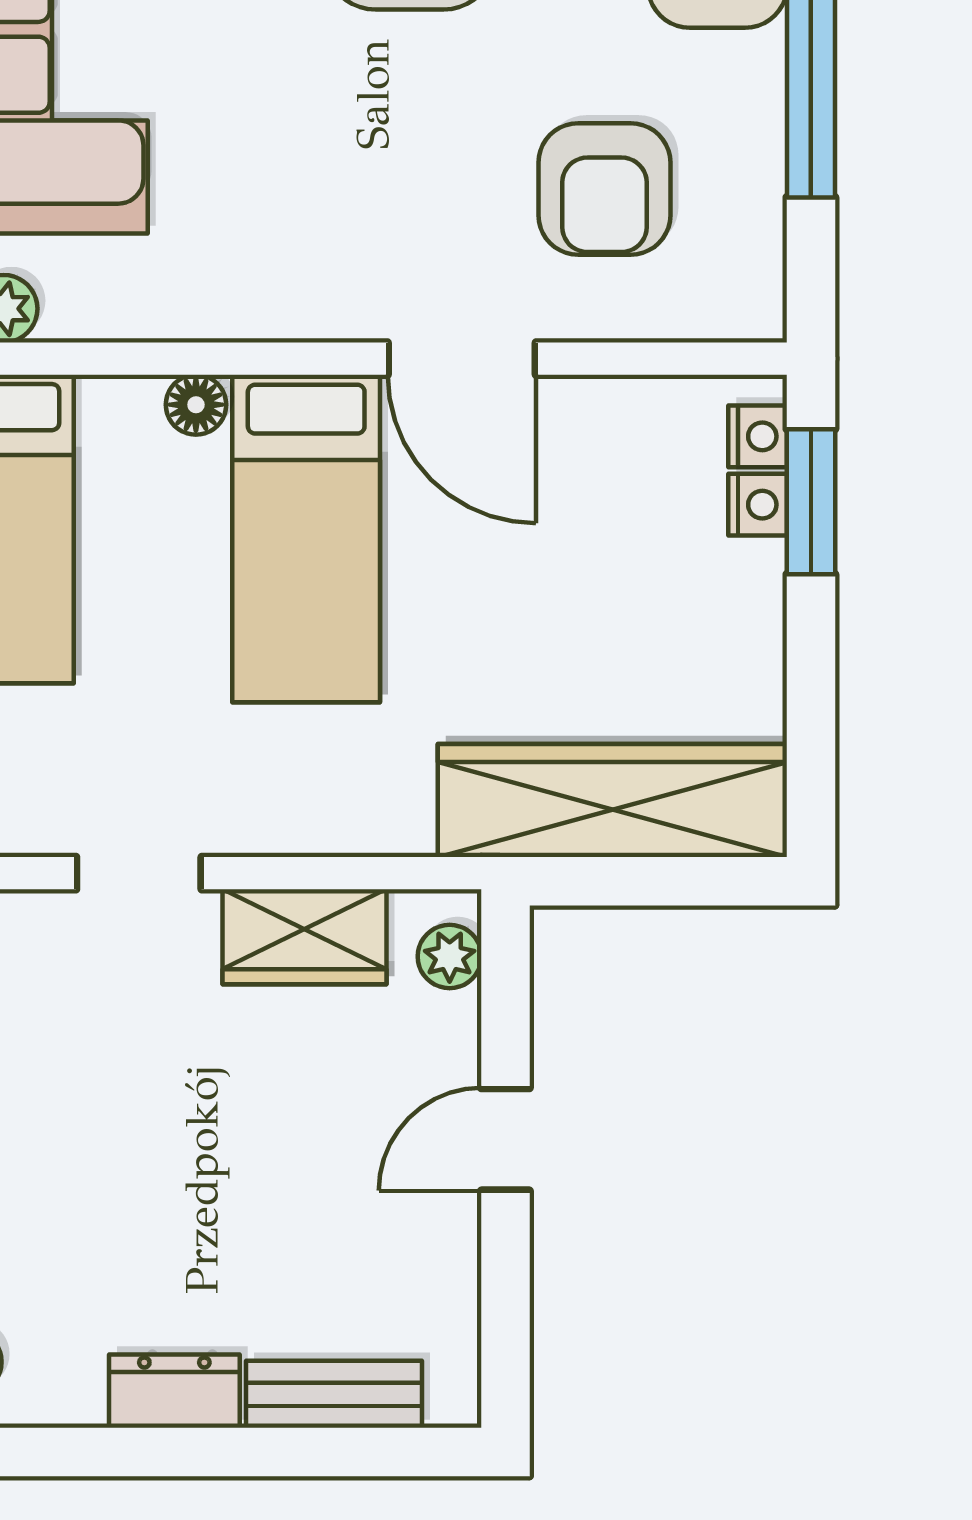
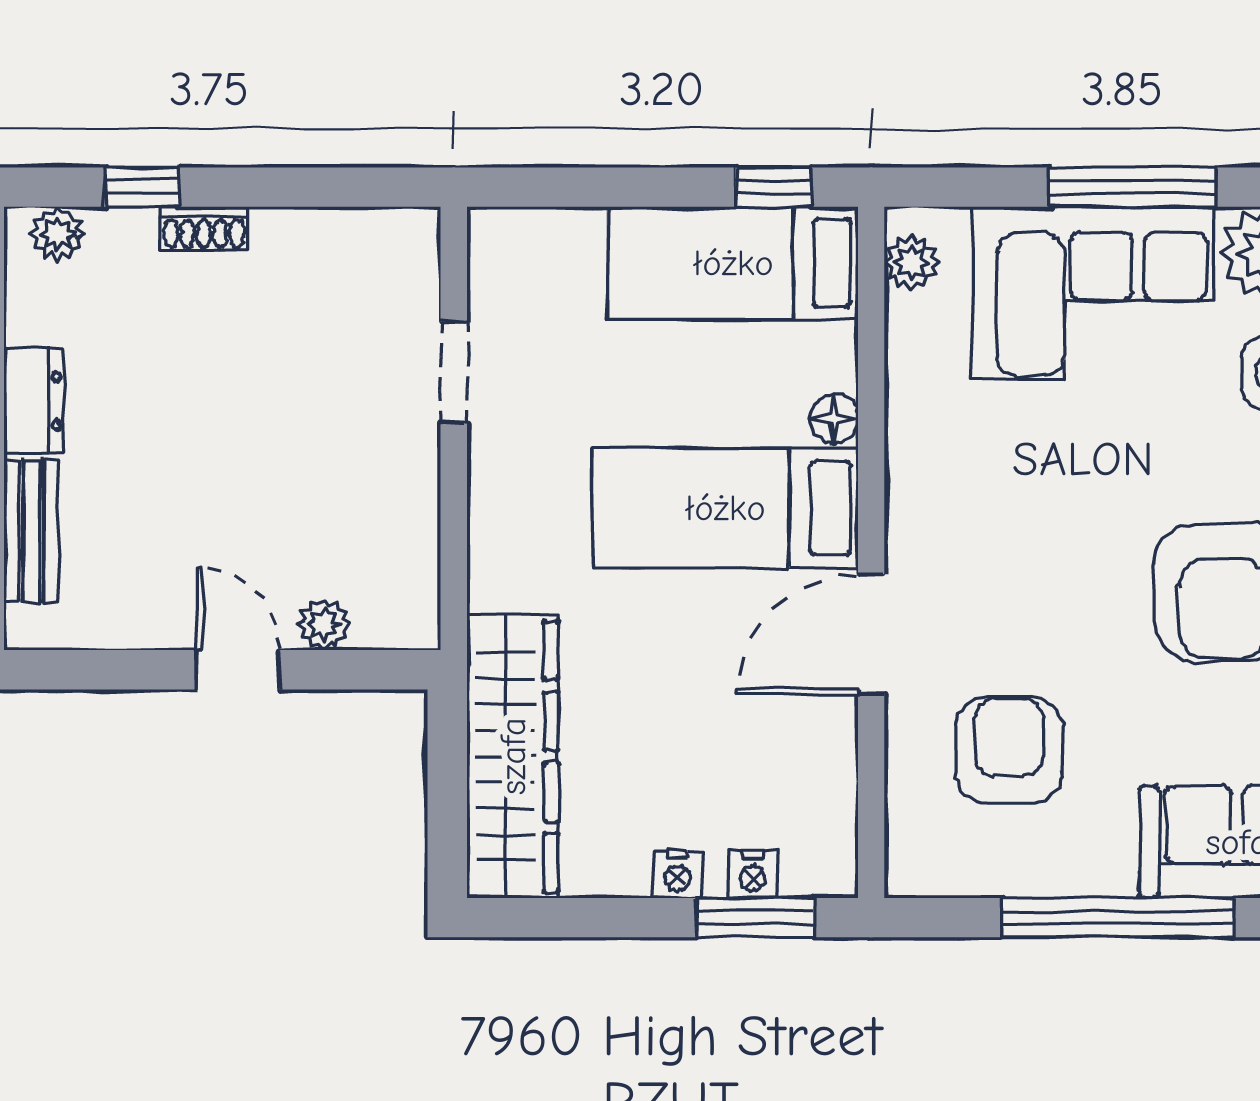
armchair: (604, 189) -> (1009, 750), turned 90
nightstand: (758, 436) -> (678, 874), moved
wardrobe: (304, 937) -> (402, 507), removed
plant: (450, 956) -> (324, 624), moved

